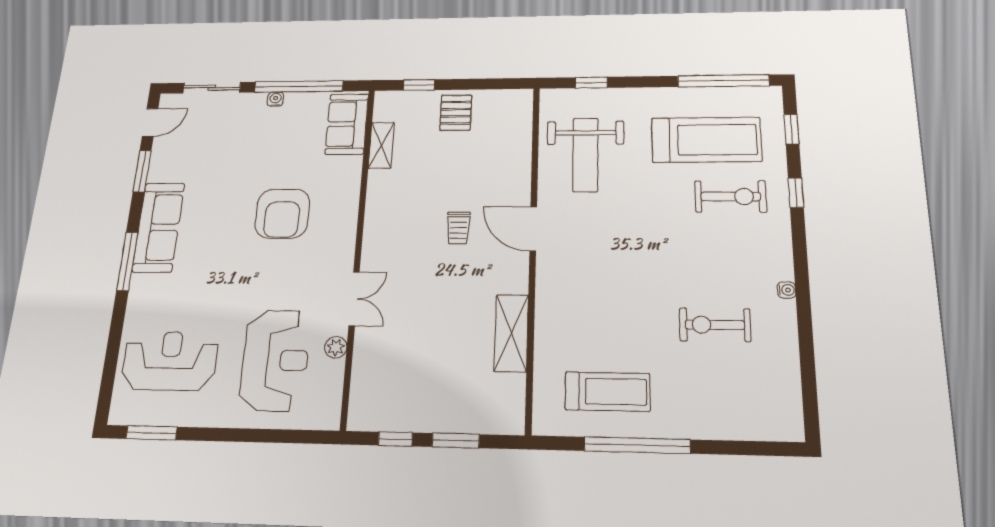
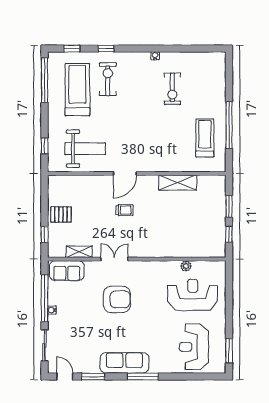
double door: (354, 299) -> (114, 259), moved

